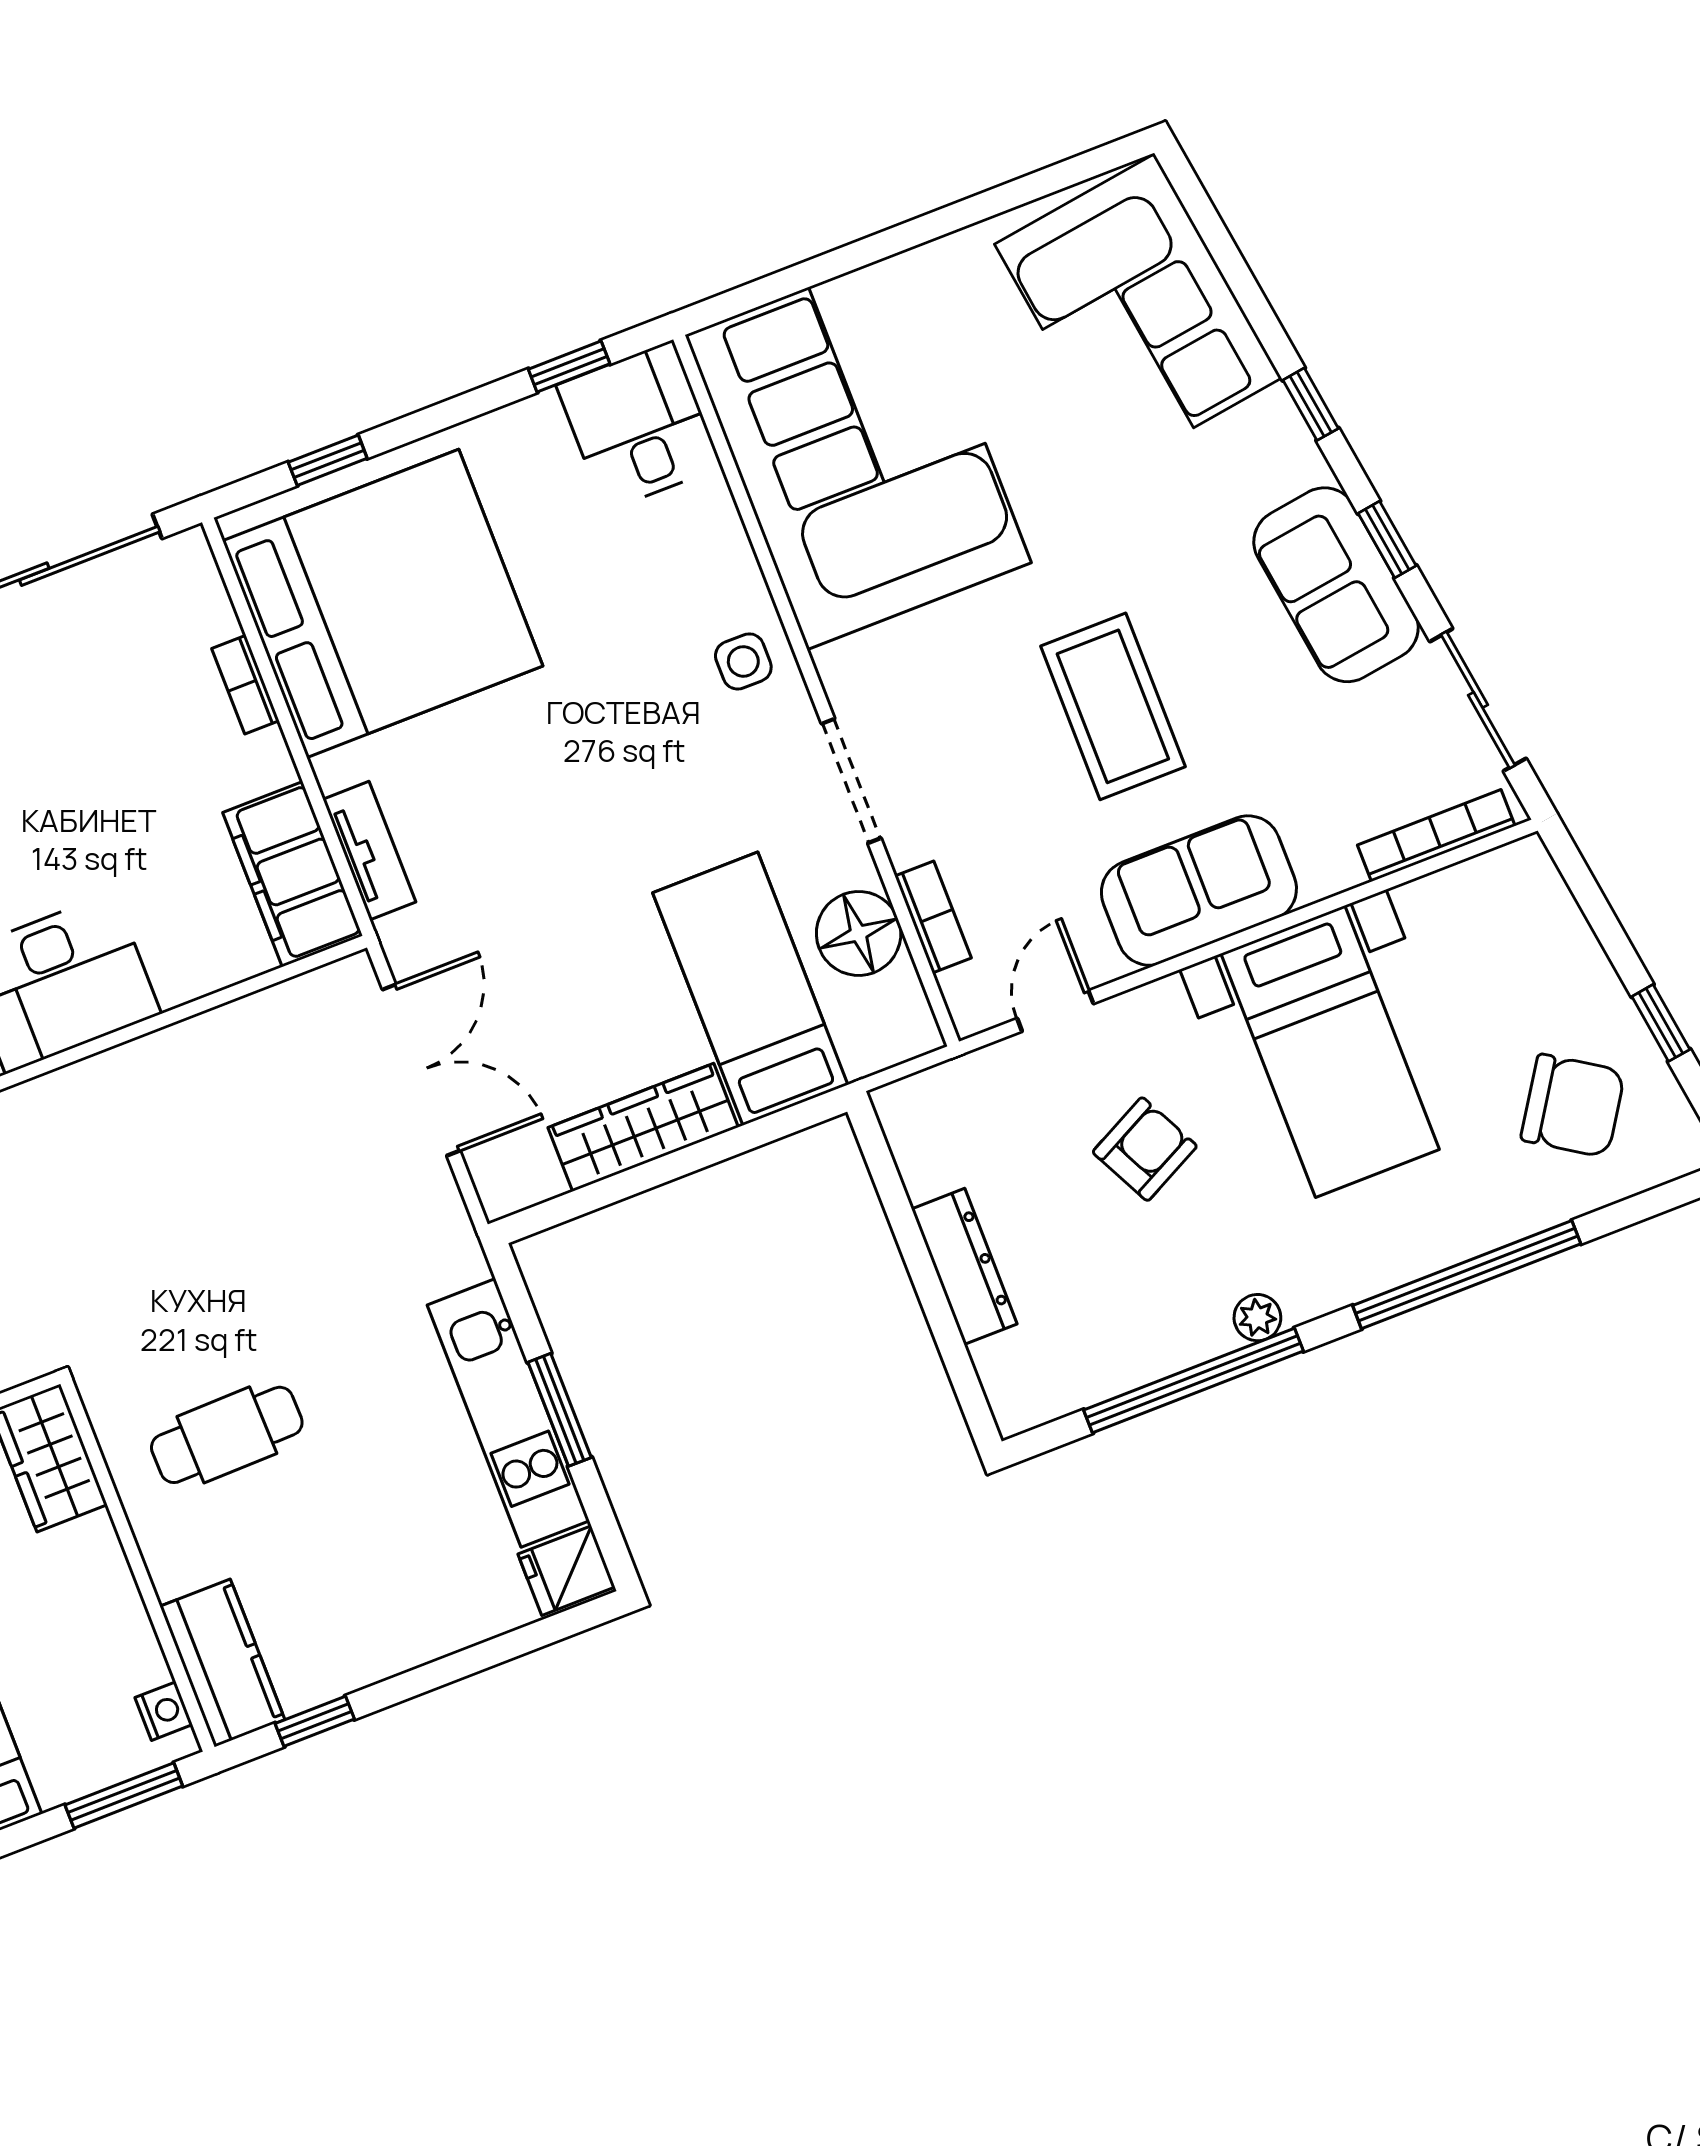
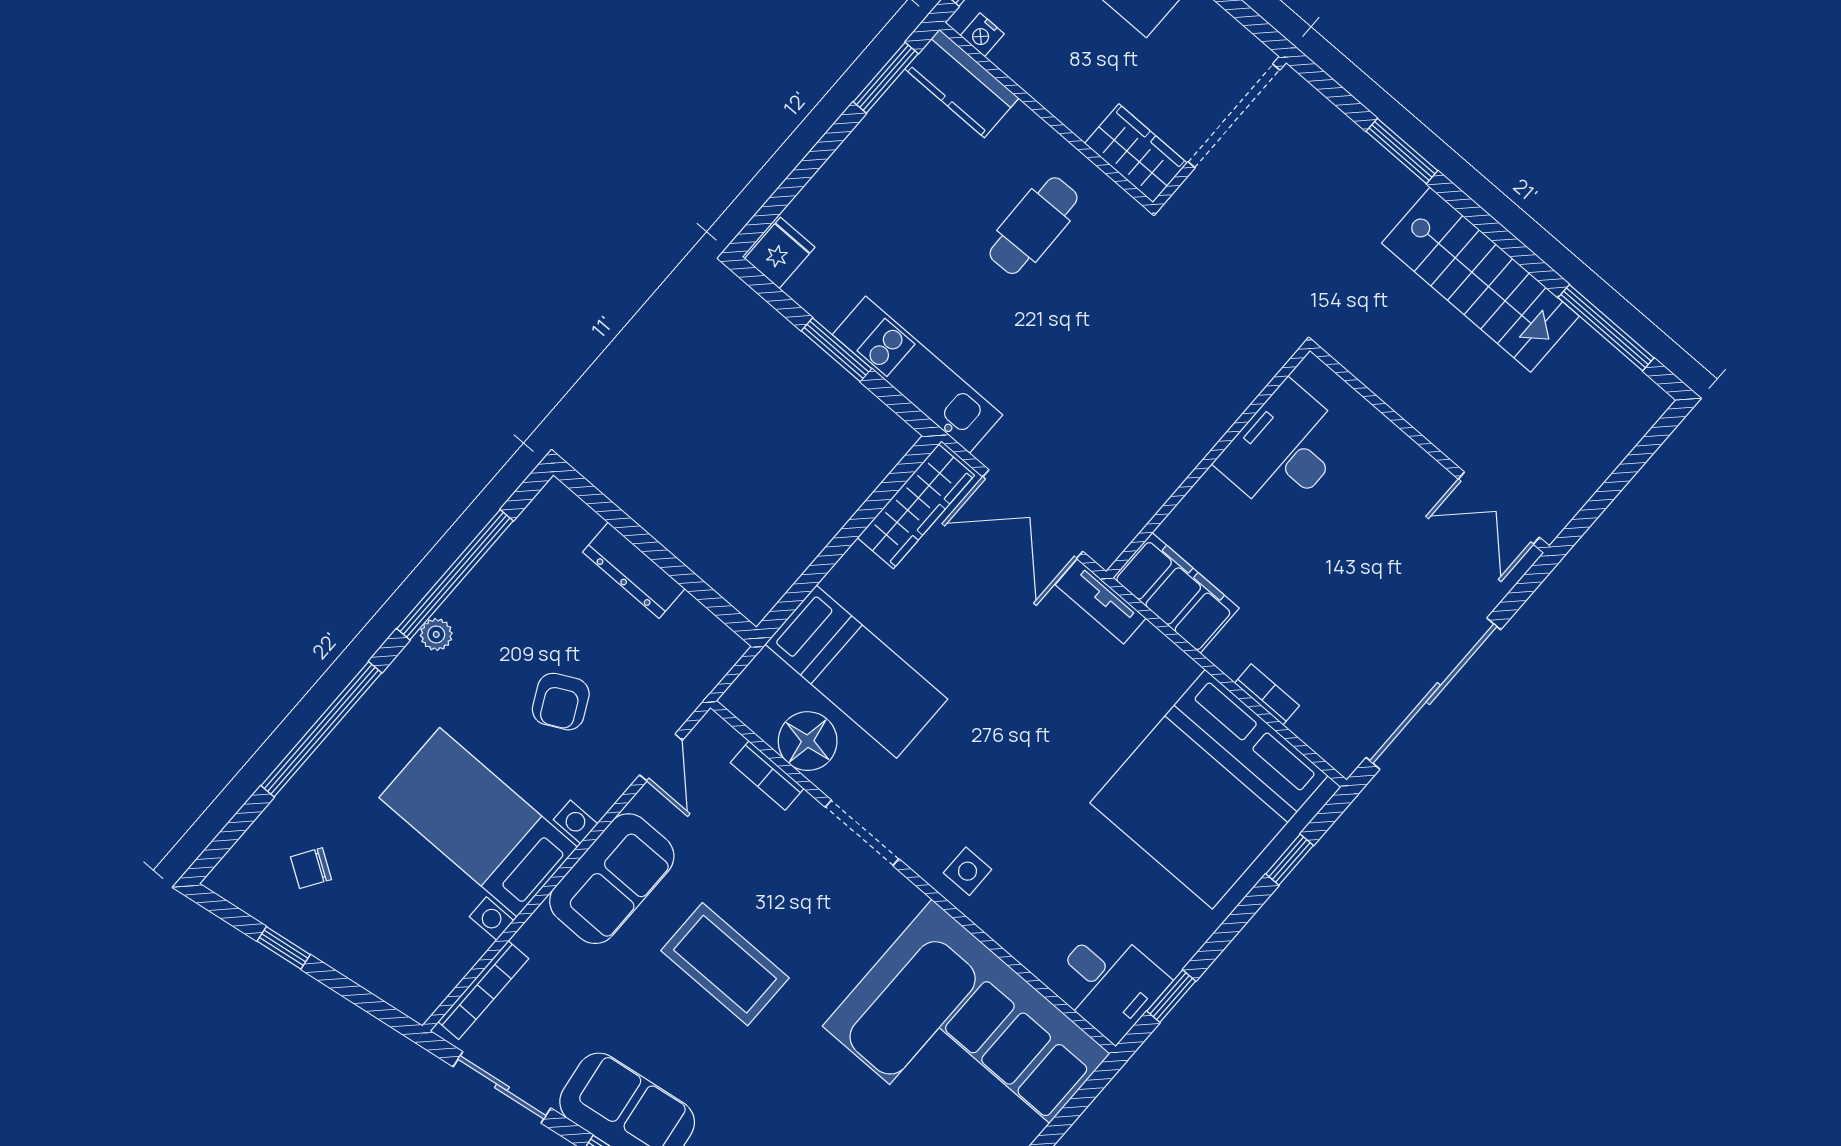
tv unit: (369, 851) -> (1101, 601), moved
chair: (1573, 1106) -> (311, 868), width x0.54, depth x0.54
wardrobe: (643, 1127) -> (916, 506), moved
kitchen unit: (508, 1413) -> (917, 375), moved
window: (315, 1721) -> (886, 78), width x1.50

